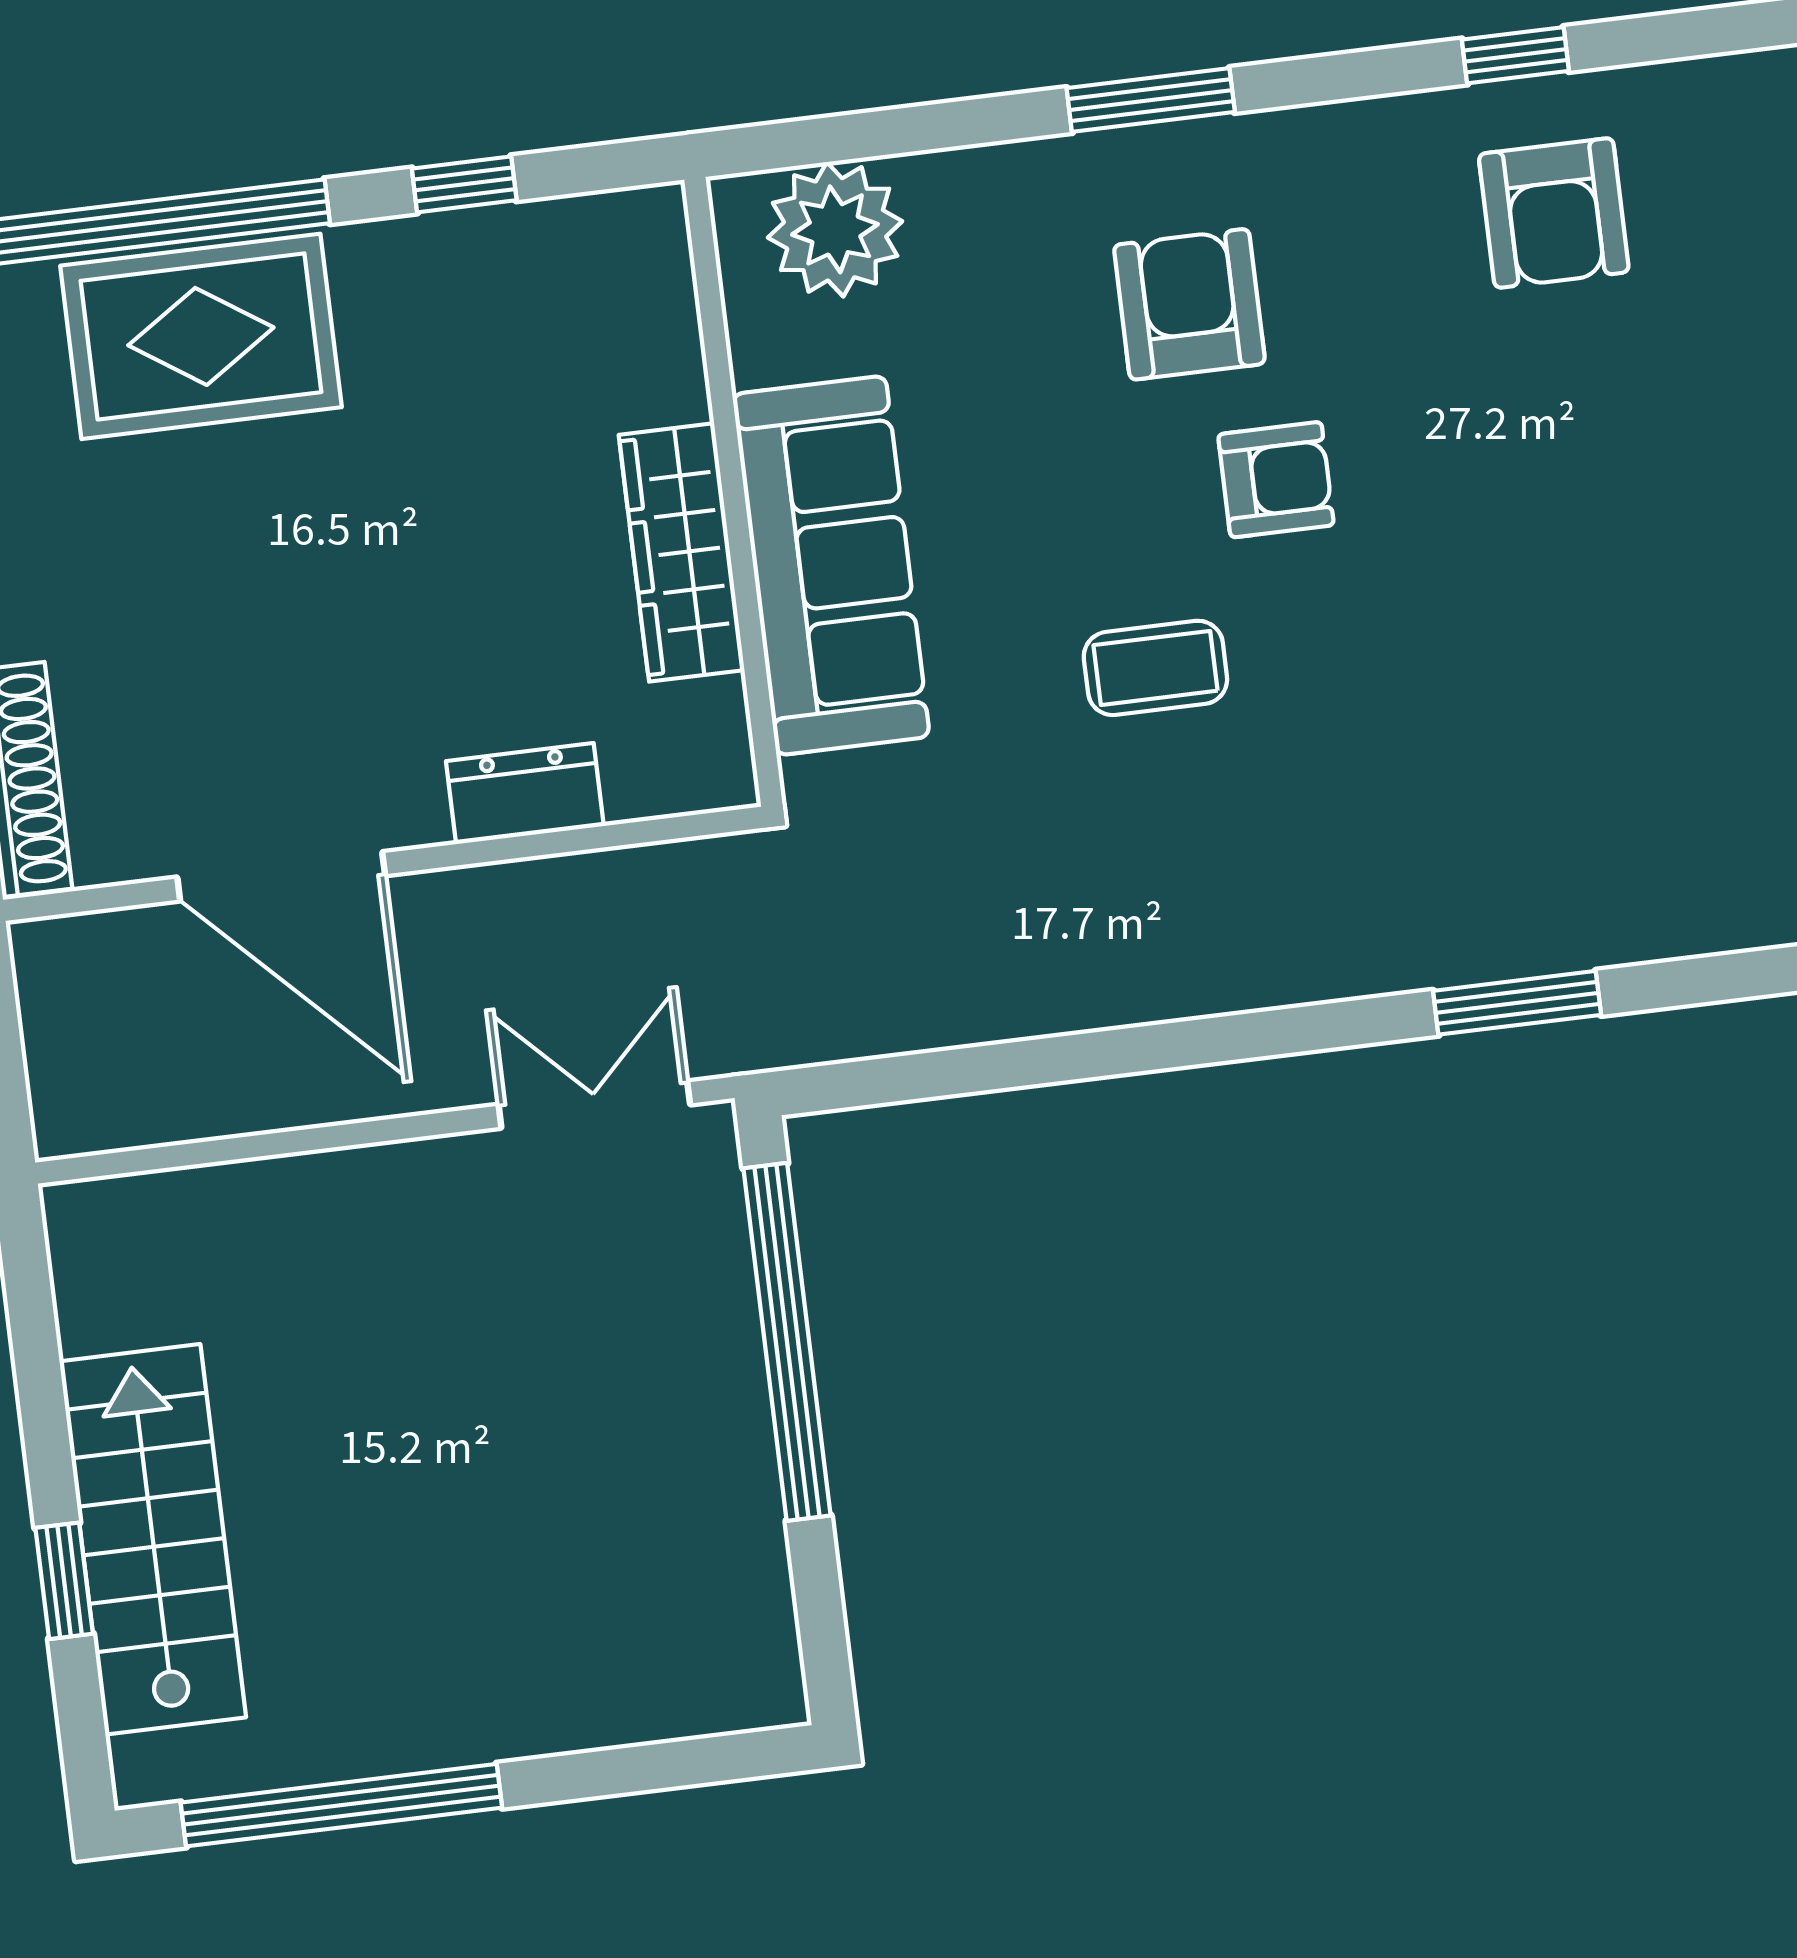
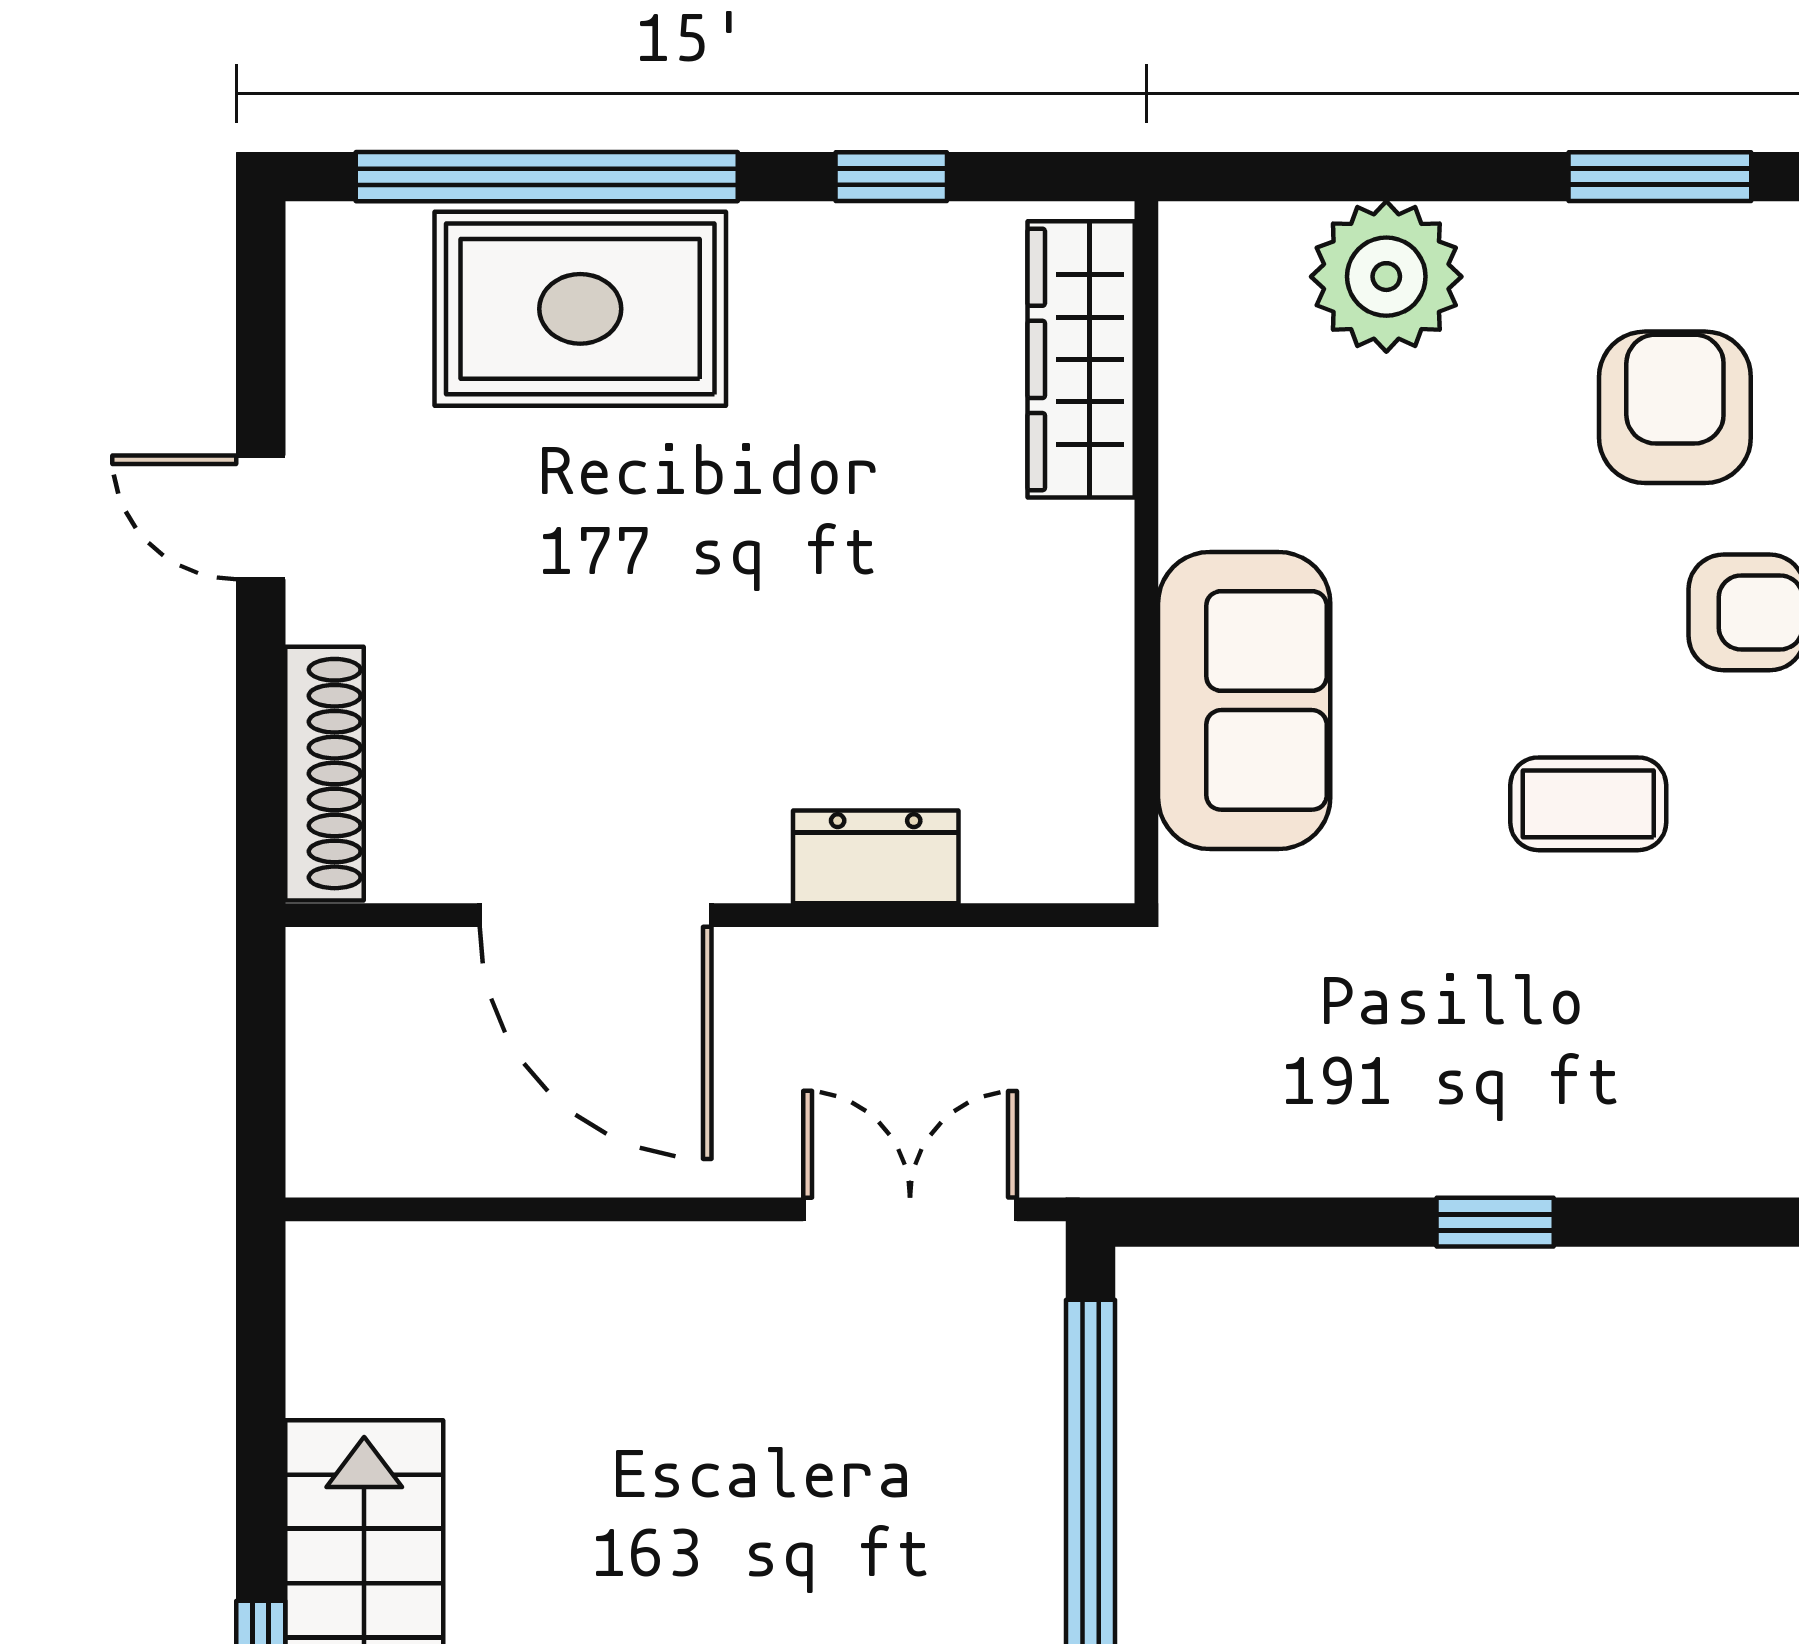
plant: (835, 229) -> (1386, 277), moved
wardrobe: (682, 552) -> (1081, 359), moved
sofa: (831, 566) -> (1244, 700), width x0.73
window: (1118, 1052) -> (1495, 1222), added

